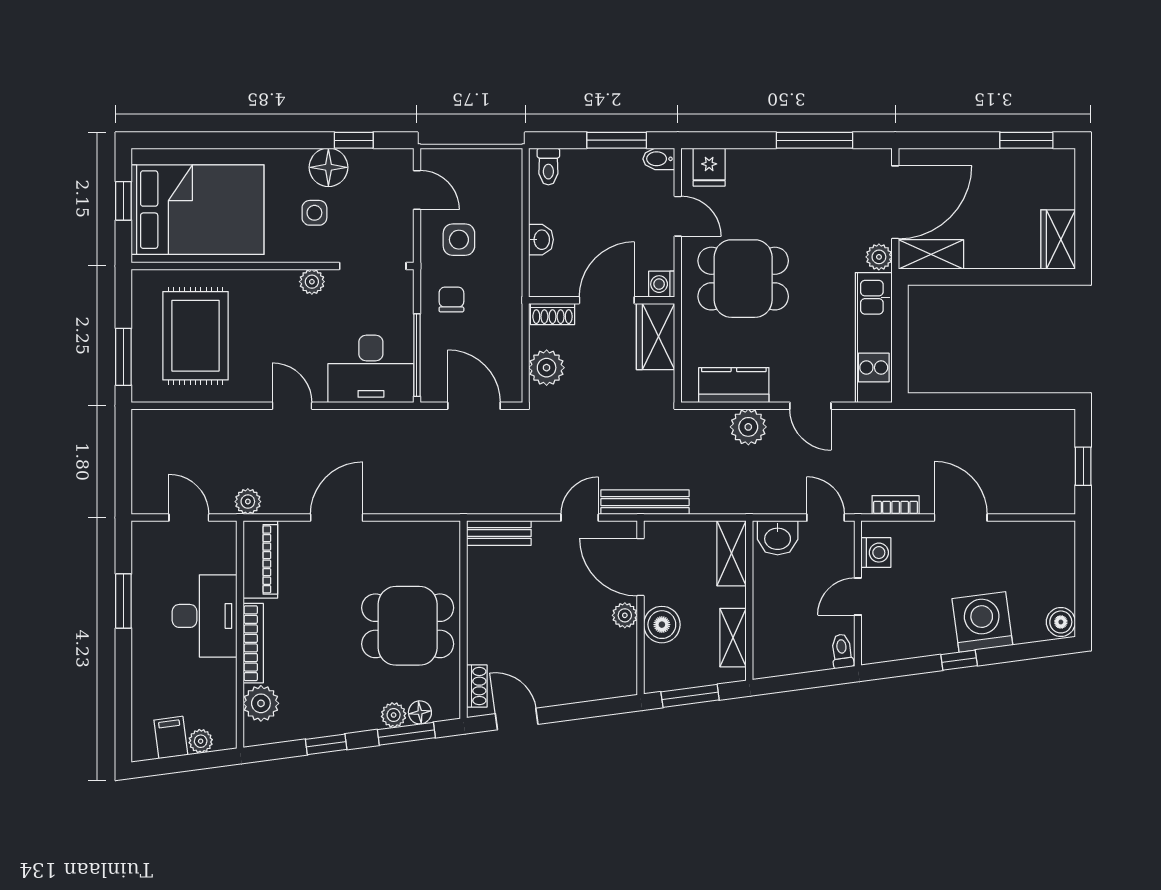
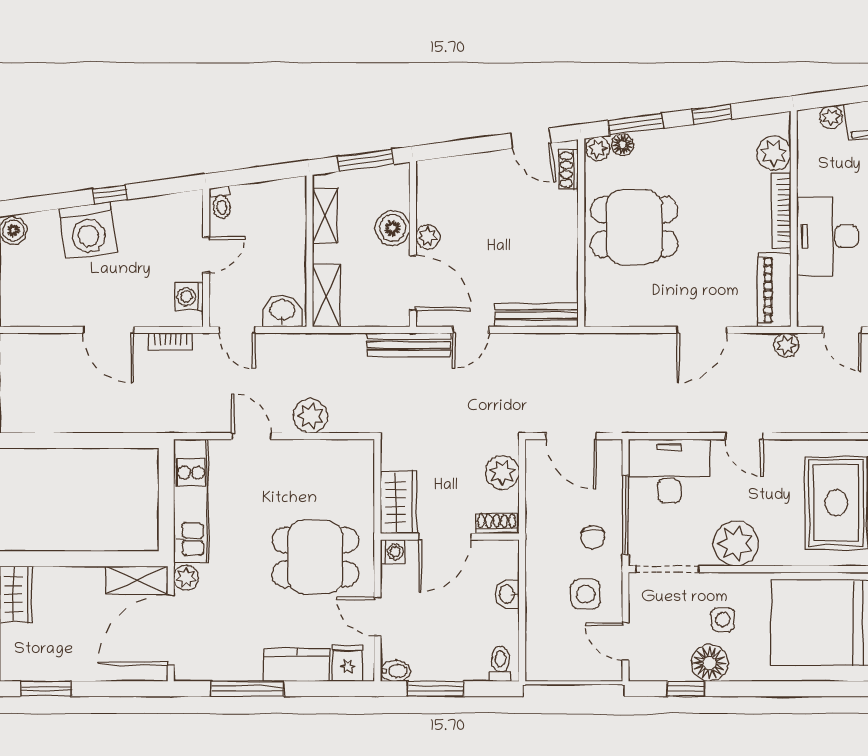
plant: (312, 282) -> (736, 544), width x1.88, depth x1.88
window: (417, 355) -> (625, 515), moved
kitchen counter: (734, 385) -> (297, 665), moved, turned 180
bench: (499, 533) -> (536, 315), width x1.36
plant: (394, 715) -> (598, 149), moved

